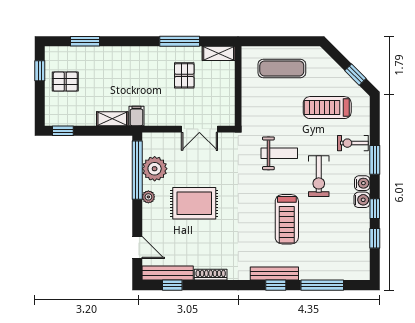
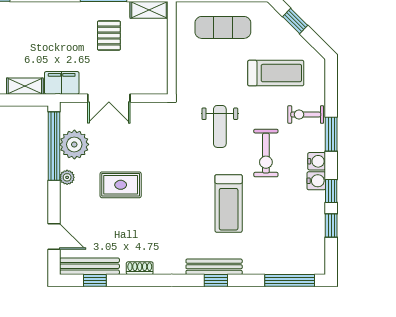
window: (355, 75) -> (295, 21), moved
treadmill: (327, 108) -> (276, 73), turned 180
filing cabinet: (136, 116) -> (62, 83), width x2.00
double door: (199, 129) -> (109, 98), moved
weight bench: (279, 153) -> (220, 126), turned 90
rug: (194, 203) -> (121, 185), width x0.73, depth x0.70
shoe rack: (211, 275) -> (140, 268), width x0.70
window: (322, 285) -> (290, 280), moved

